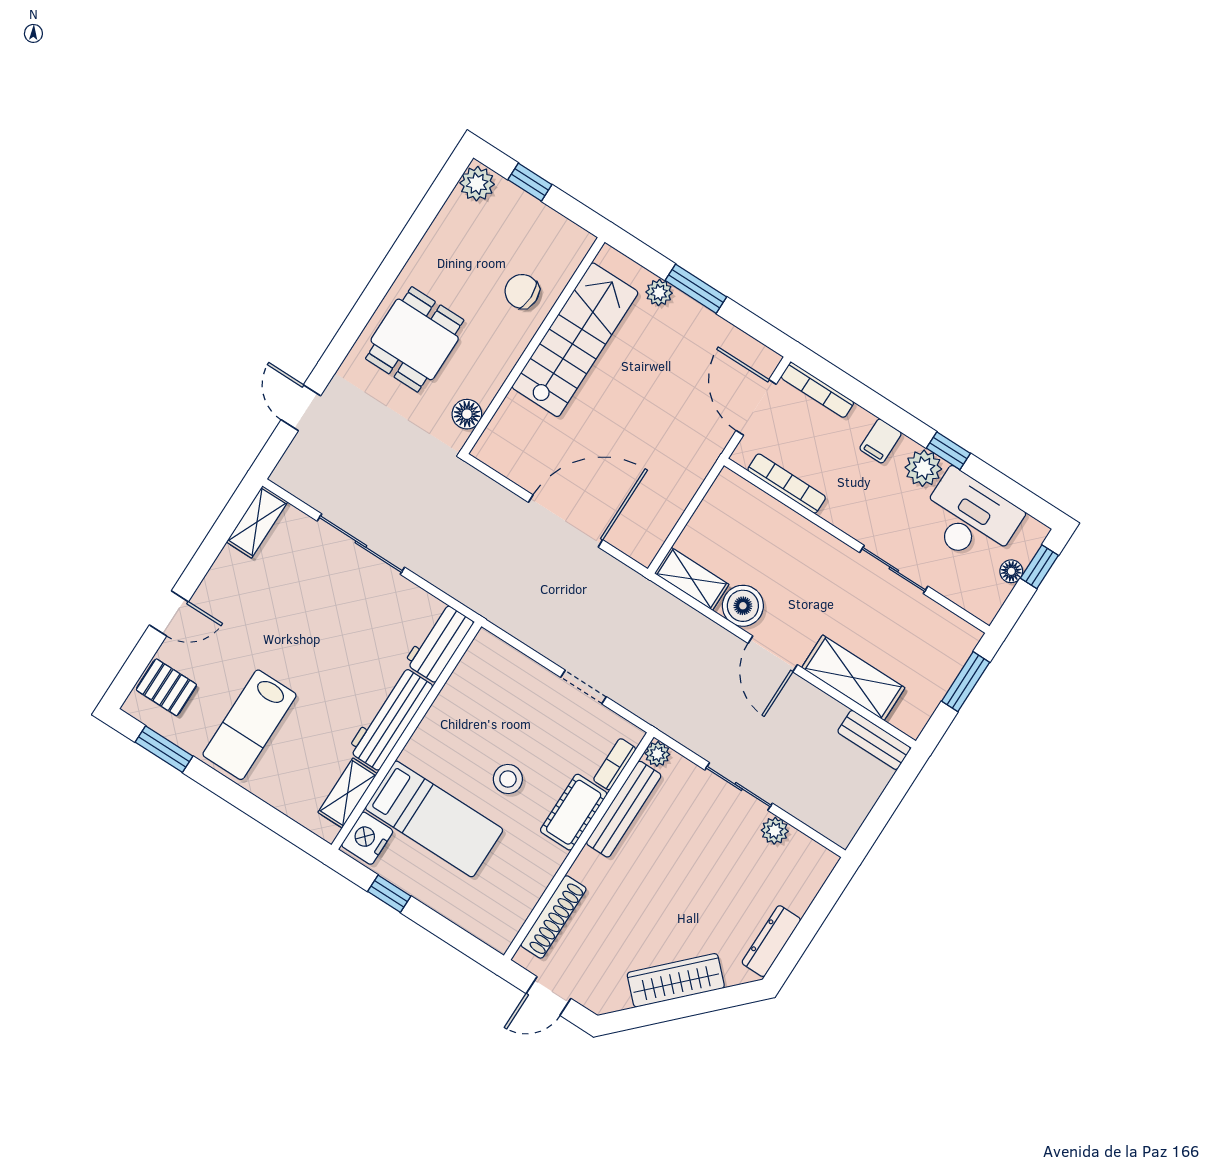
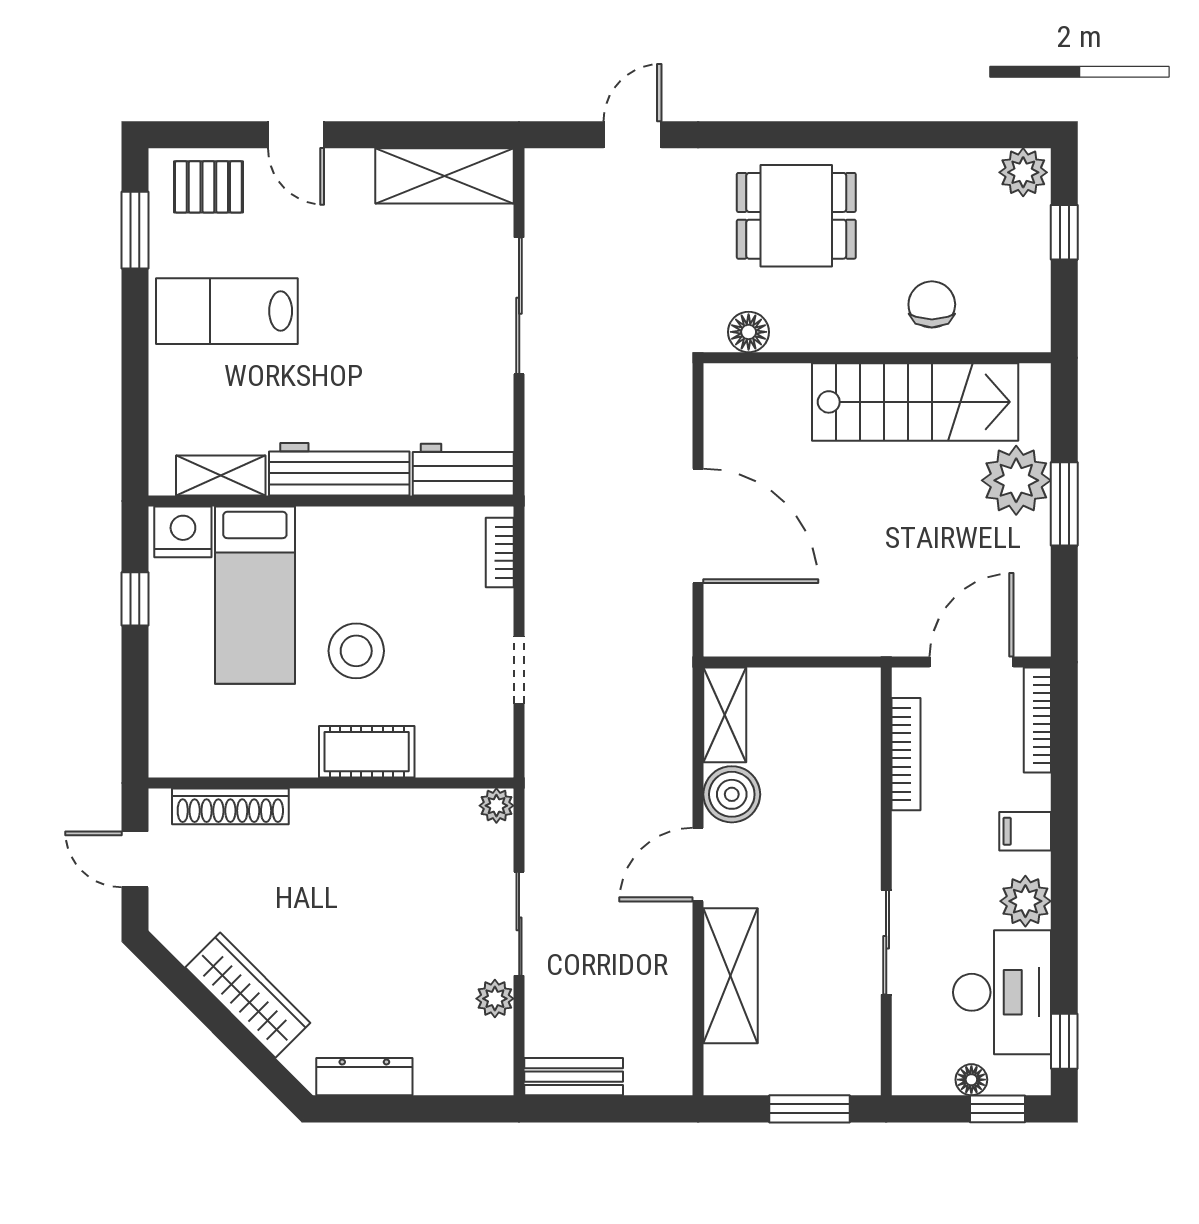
plant: (659, 293) -> (1016, 480), width x1.88, depth x1.88
window: (948, 451) -> (1064, 1041), moved
shelving: (257, 522) -> (444, 176), width x1.50, depth x1.33
pallet: (166, 687) -> (208, 187), turned 90
bench: (874, 740) -> (574, 1077), moved, turned 90
bookcase: (615, 764) -> (500, 553), moved, turned -90
stool: (508, 779) -> (356, 651), width x1.38, depth x1.38
bench: (624, 809) -> (407, 807), removed

